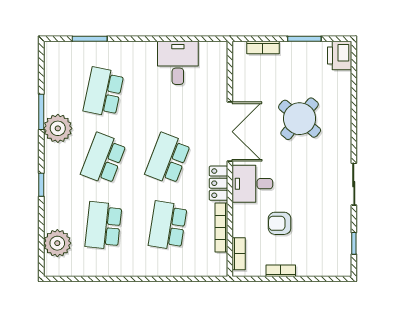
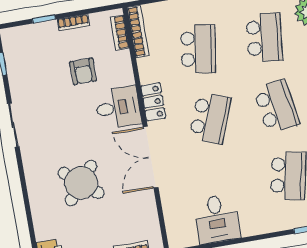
school desk: (103, 159) -> (276, 107), turned -30
armchair: (280, 223) -> (83, 71), turned 90
bookcase: (221, 227) -> (138, 31), moved
window: (308, 279) -> (44, 19), added

